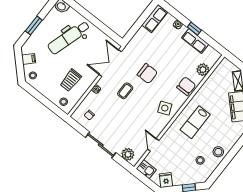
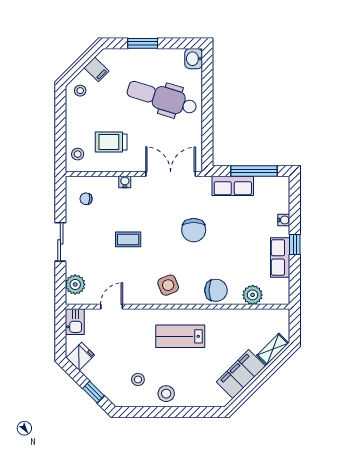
row of seats: (155, 19) -> (233, 186), moved
window: (141, 20) -> (254, 171), added
coffee table: (125, 91) -> (128, 239), moved
sliding door: (101, 145) -> (60, 242), width x0.73

